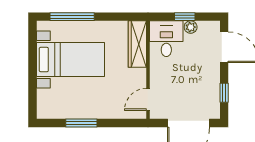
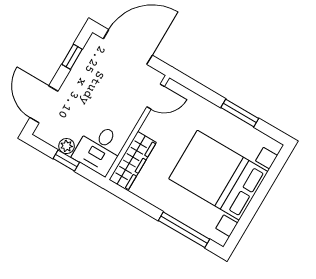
bed with nightstands: (71, 60) -> (218, 175), width x1.36

